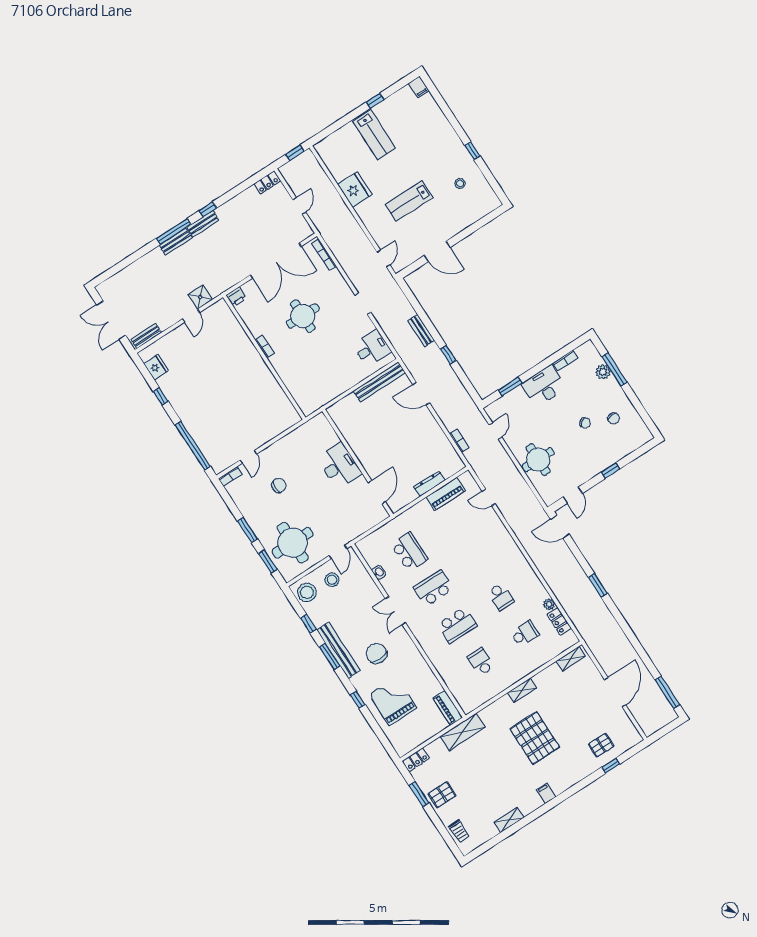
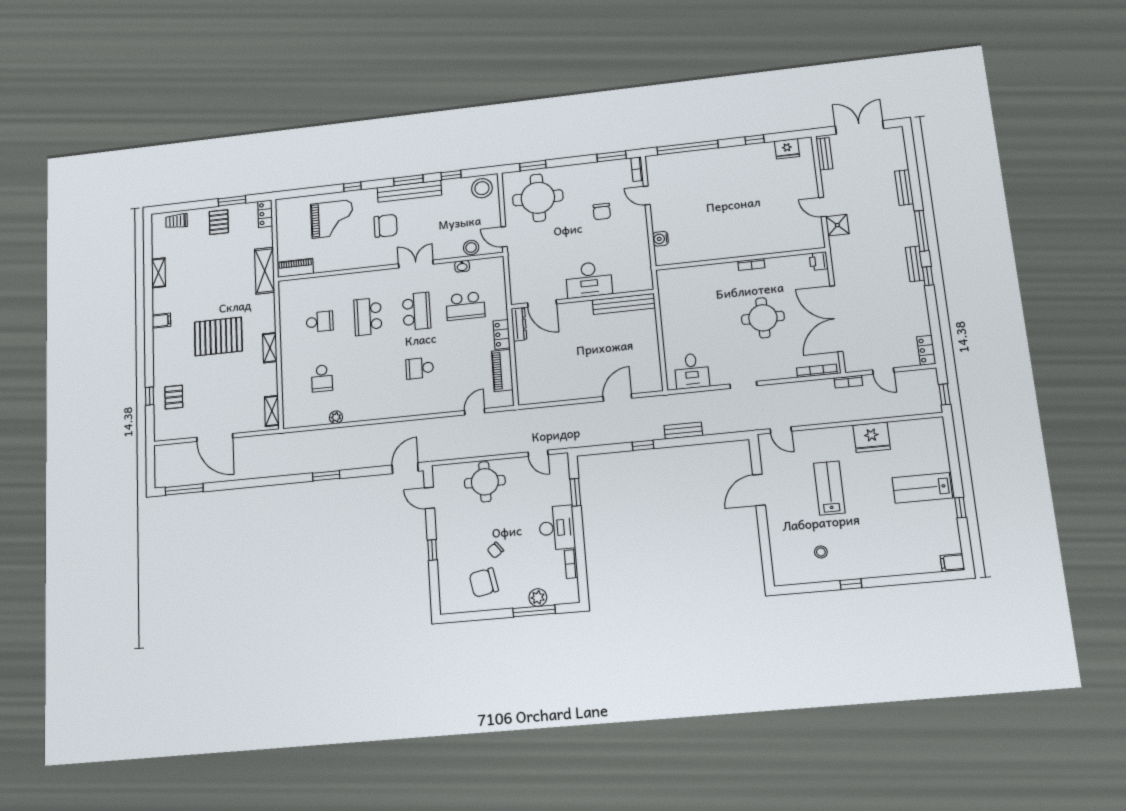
bench: (176, 242) -> (904, 187), moved
bench: (379, 382) -> (624, 304), moved, turned 90
chair: (614, 418) -> (484, 583), width x1.87, depth x1.87
water cooler: (278, 427) -> (660, 239), added
bookcase: (459, 441) -> (848, 382), moved
dresser: (430, 484) -> (519, 324), moved
window: (248, 530) -> (612, 156), moved
stool: (332, 580) -> (471, 248), moved
school desk: (501, 597) -> (420, 368), moved
locker: (559, 621) -> (502, 334), moved, turned -90

